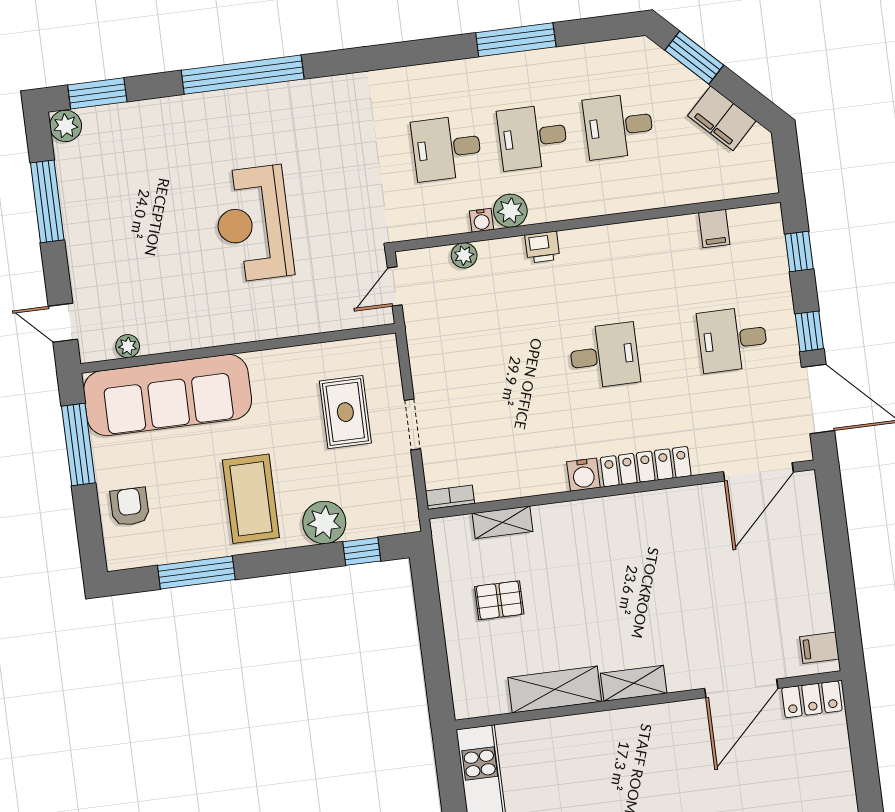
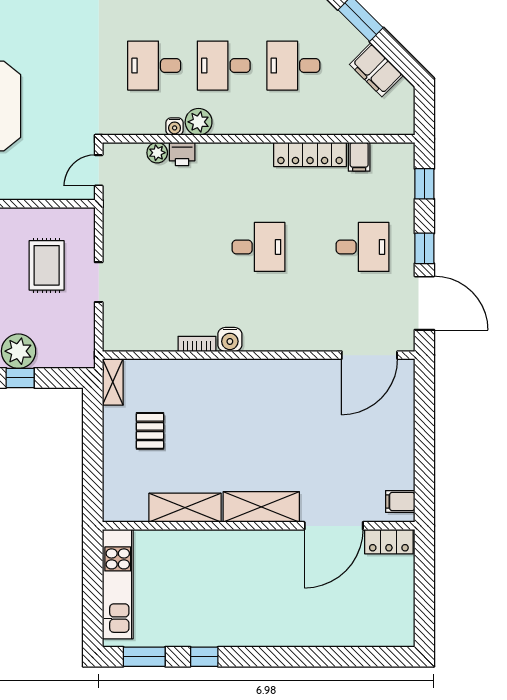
printer: (542, 247) -> (182, 154), moved
desk: (733, 339) -> (363, 247), turned 180
locker: (646, 467) -> (310, 154), moved, turned 180
bookcase: (450, 497) -> (197, 344), moved
shelving: (502, 522) -> (113, 382), moved, turned 90
window: (362, 551) -> (20, 378), moved
pallet: (499, 600) -> (150, 431), turned 90
shelving: (634, 683) -> (261, 507), width x1.50, depth x1.33

